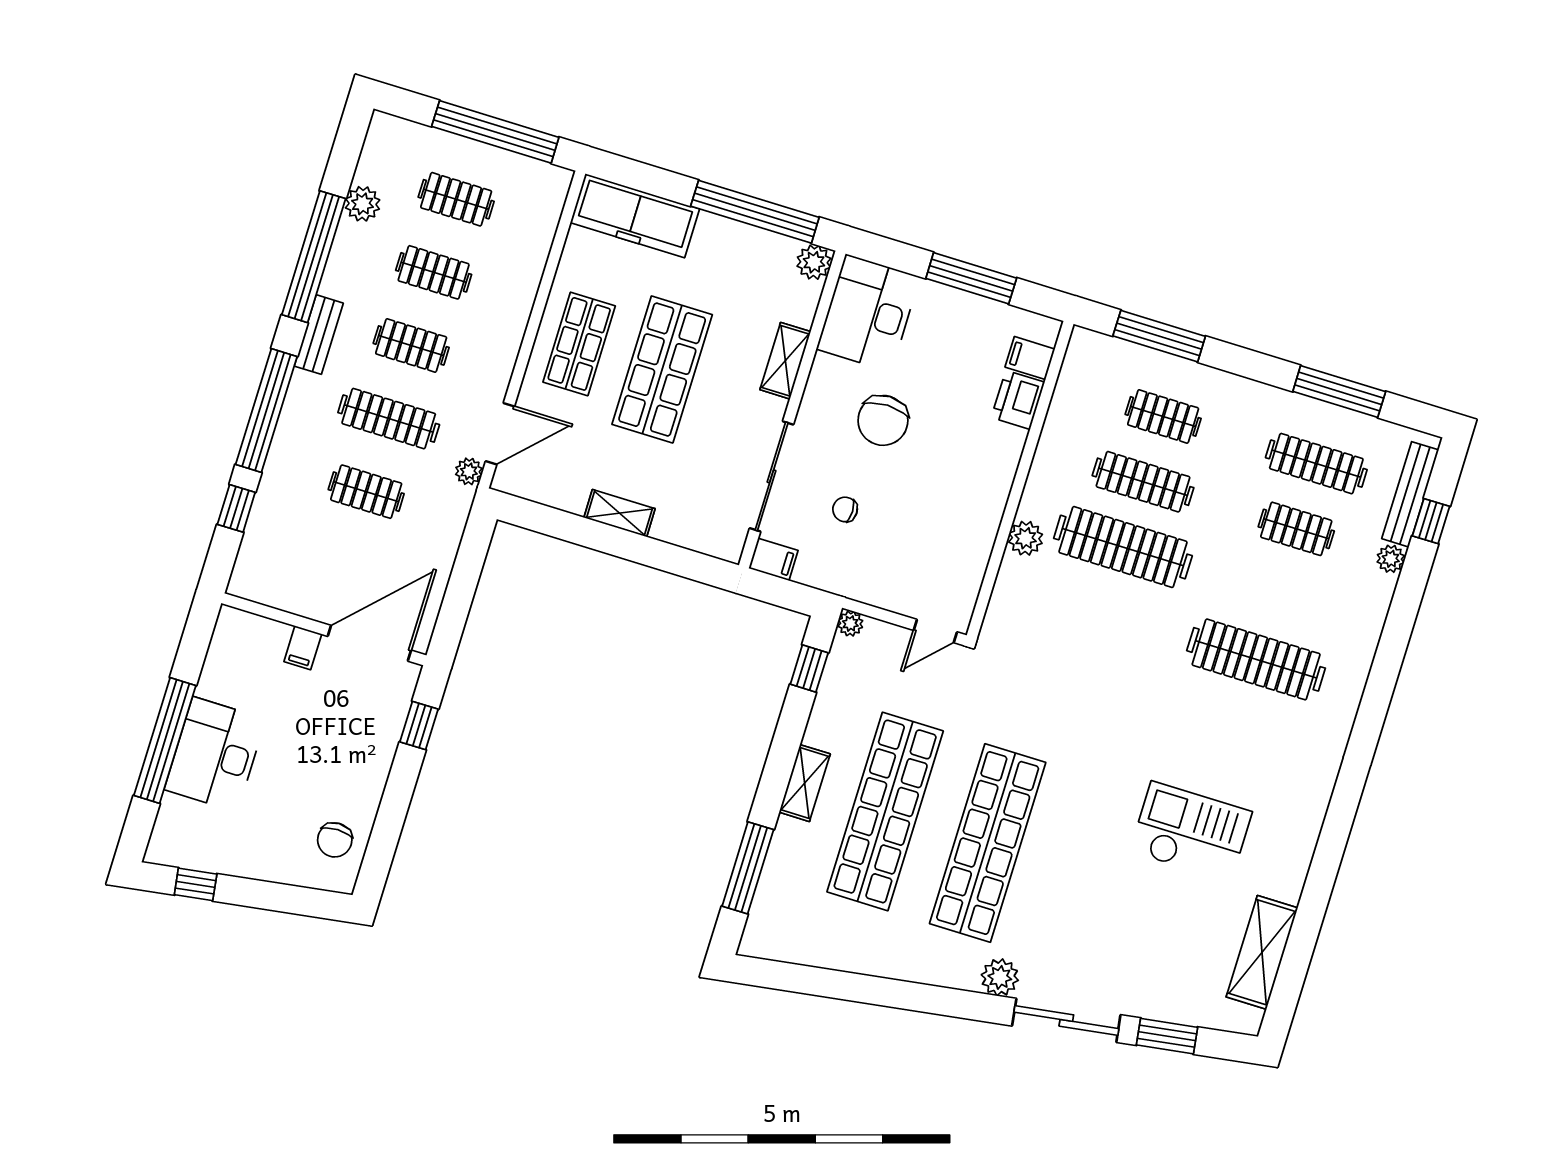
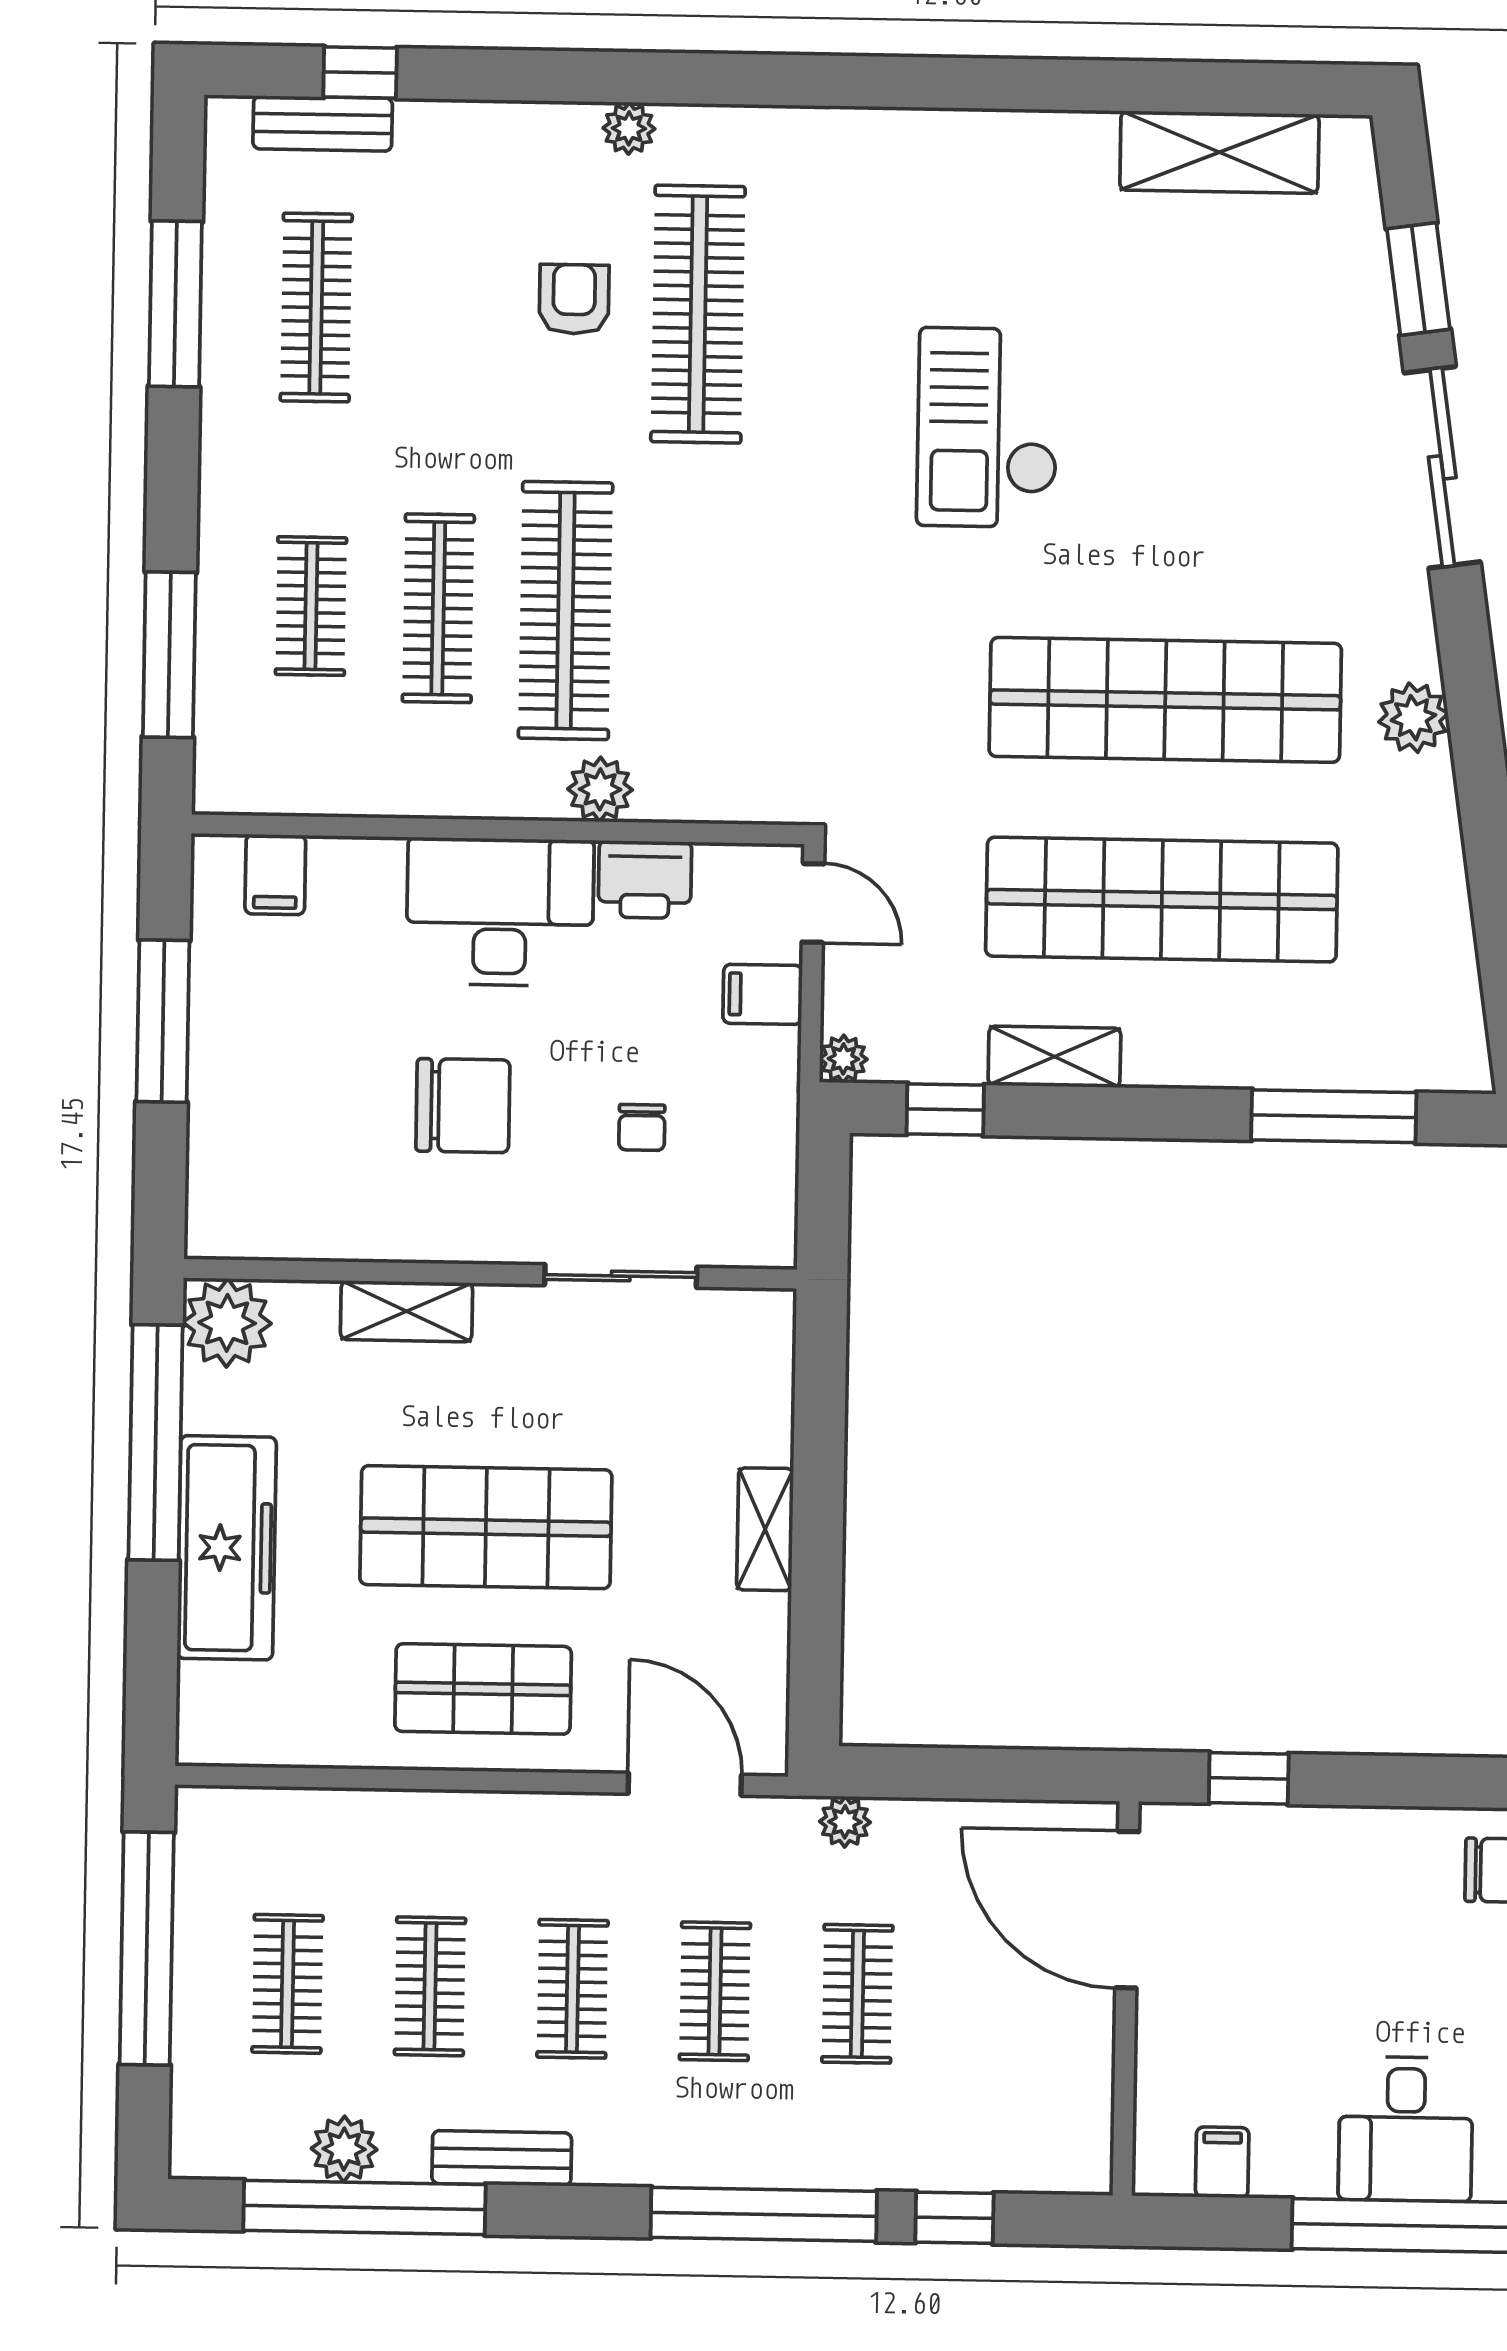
freezer: (635, 216) -> (227, 1548), moved
window: (314, 257) -> (364, 2207), moved
plant: (814, 262) -> (227, 1323), width x1.36, depth x1.36
desk: (868, 313) -> (500, 912), moved, turned 180
bench: (319, 335) -> (502, 2158), moved
printer: (1018, 400) -> (645, 880), moved
clothes rail: (389, 419) -> (715, 1991), width x0.73
plant: (469, 471) -> (845, 1822), moved
sliding door: (772, 476) -> (621, 1276), width x0.73
bench: (1410, 494) -> (323, 123), width x0.73
clothes rail: (1296, 529) -> (443, 310), removed
filing cabinet: (773, 559) -> (763, 994), moved, turned -90
plant: (1391, 559) -> (629, 128), moved
armchair: (1282, 598) -> (574, 299), added
filing cabinet: (303, 648) -> (1222, 2162), moved, turned -90
desk: (215, 754) -> (1406, 2129), width x0.73
shelving: (805, 783) -> (1054, 1057), moved
checkout: (1191, 832) -> (988, 428), moved
plant: (1000, 977) -> (1413, 718), moved

